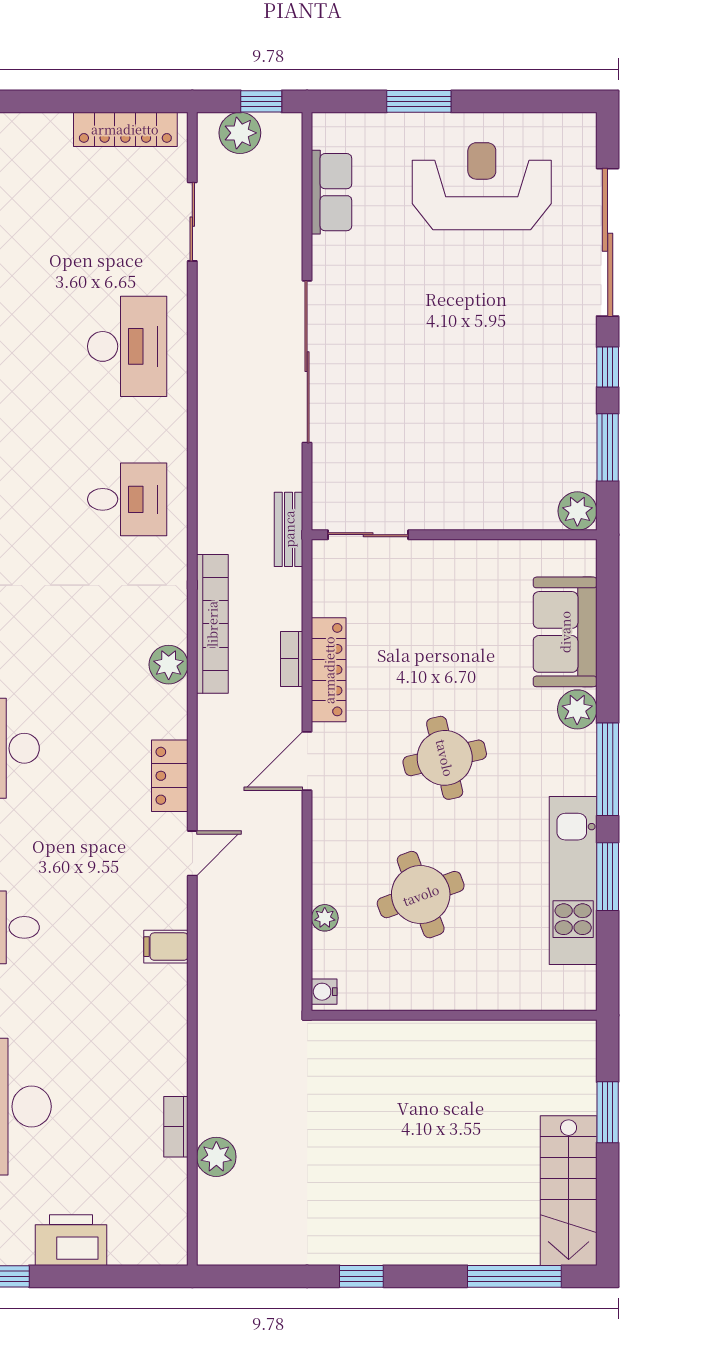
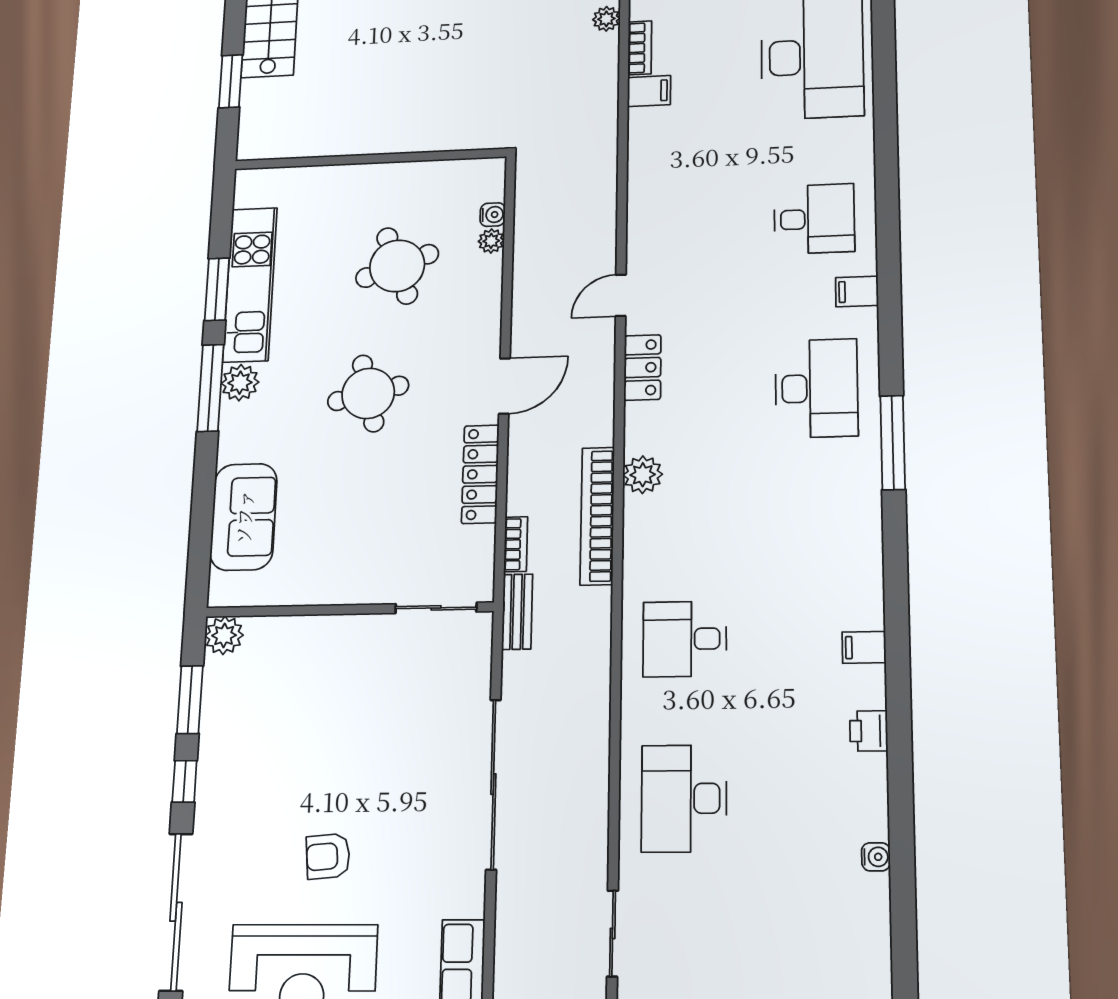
armchair: (463, 294) -> (328, 856), added
bookcase: (292, 659) -> (516, 544), moved
plant: (577, 709) -> (240, 383), moved
filing cabinet: (166, 947) -> (649, 91), moved
water cooler: (324, 992) -> (493, 215), moved
plant: (216, 1157) -> (606, 19), width x0.73, depth x0.73

